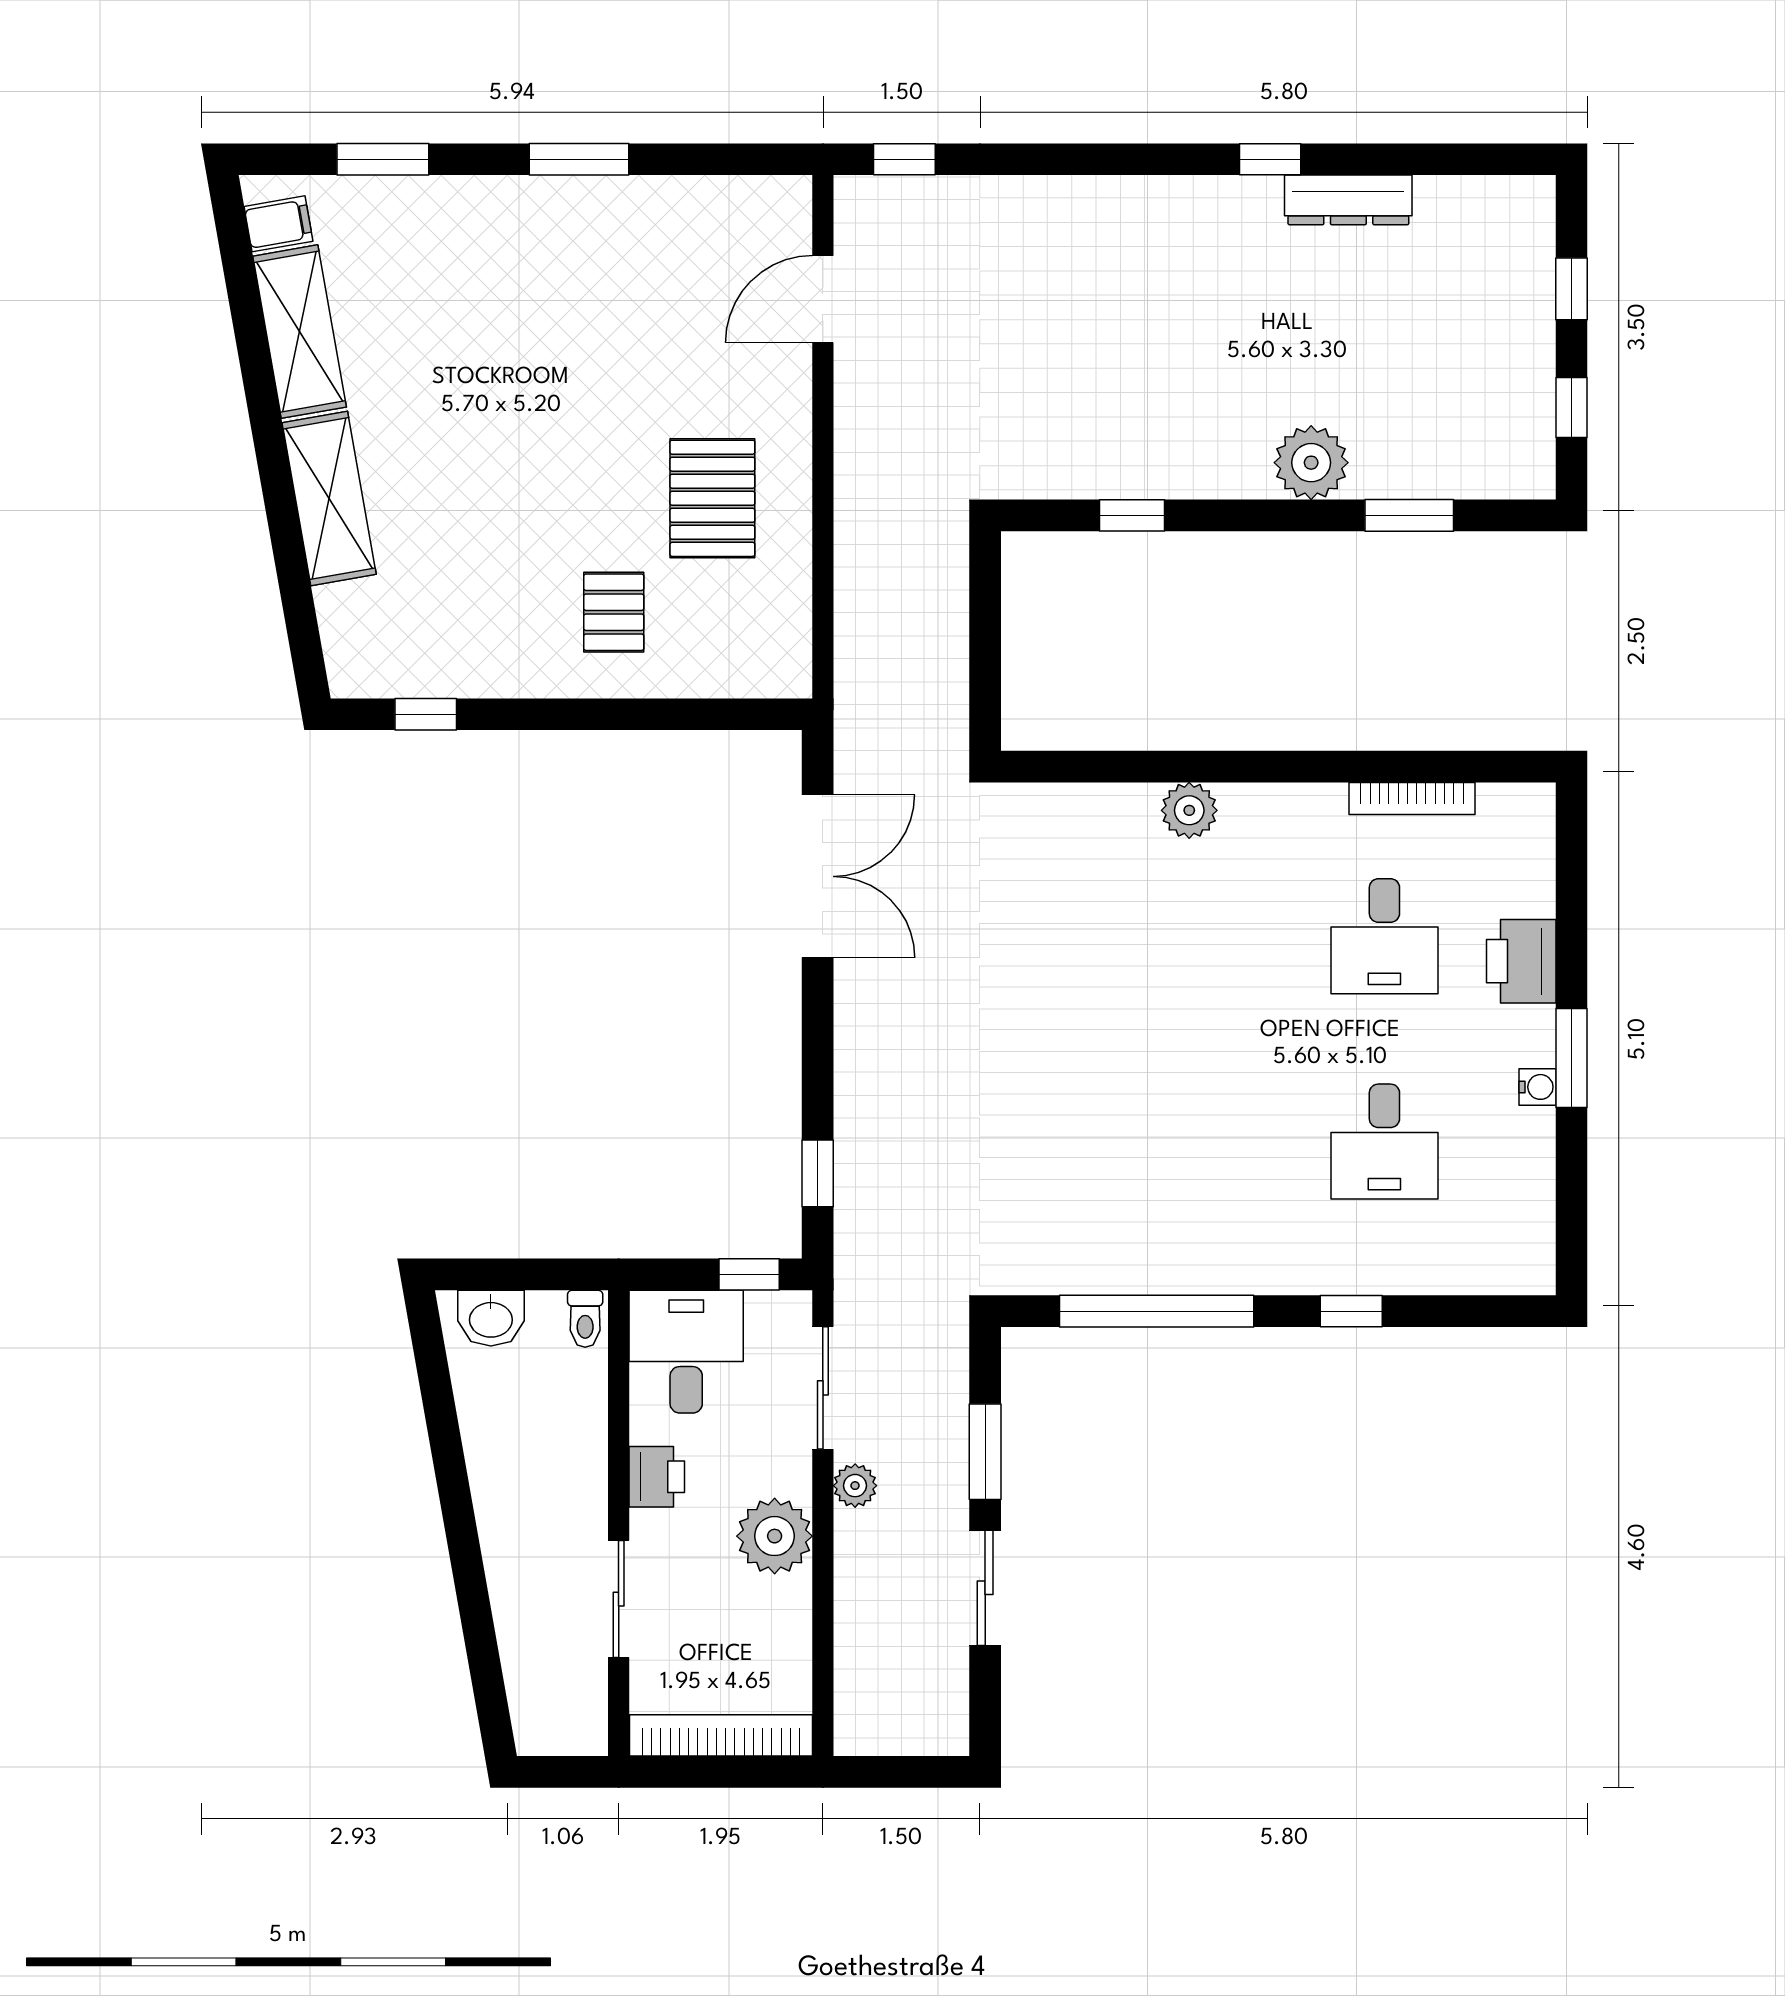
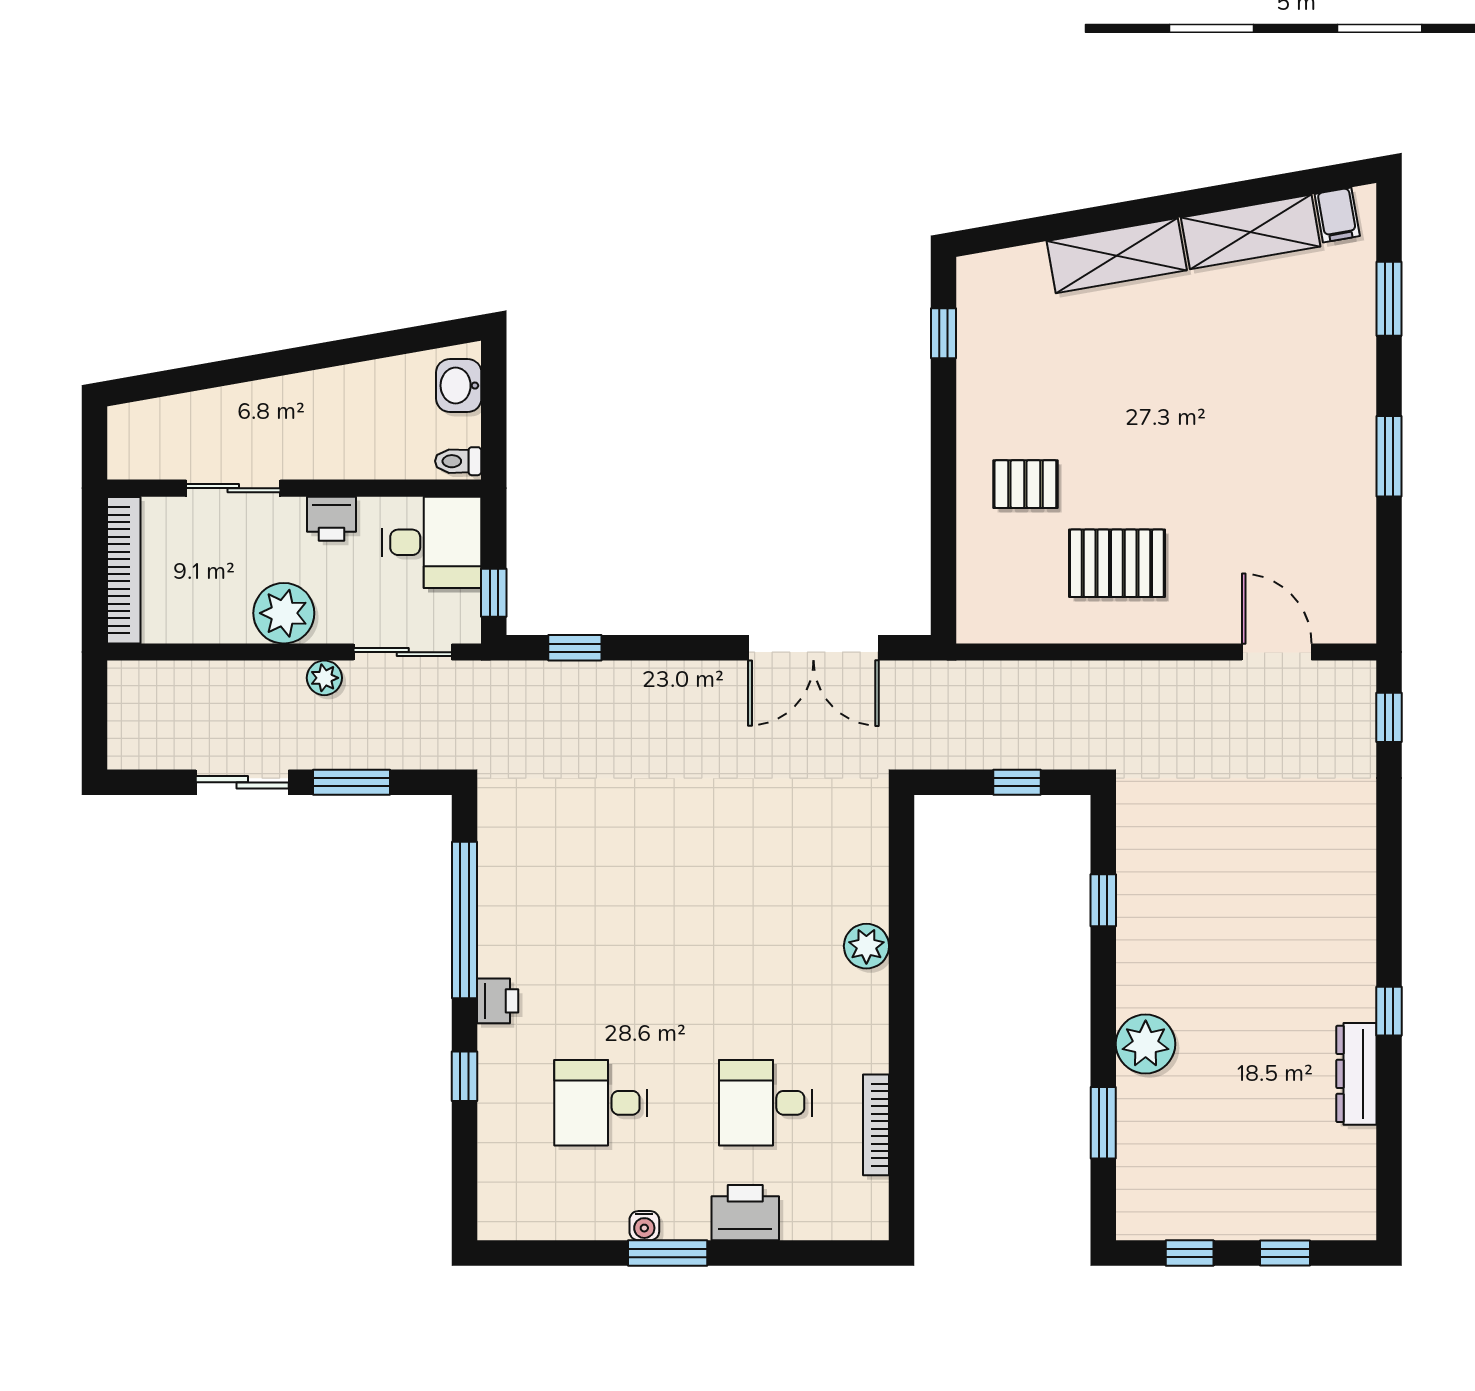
window: (985, 623) -> (1017, 782), added
printer: (1257, 1270) -> (498, 1001), added

